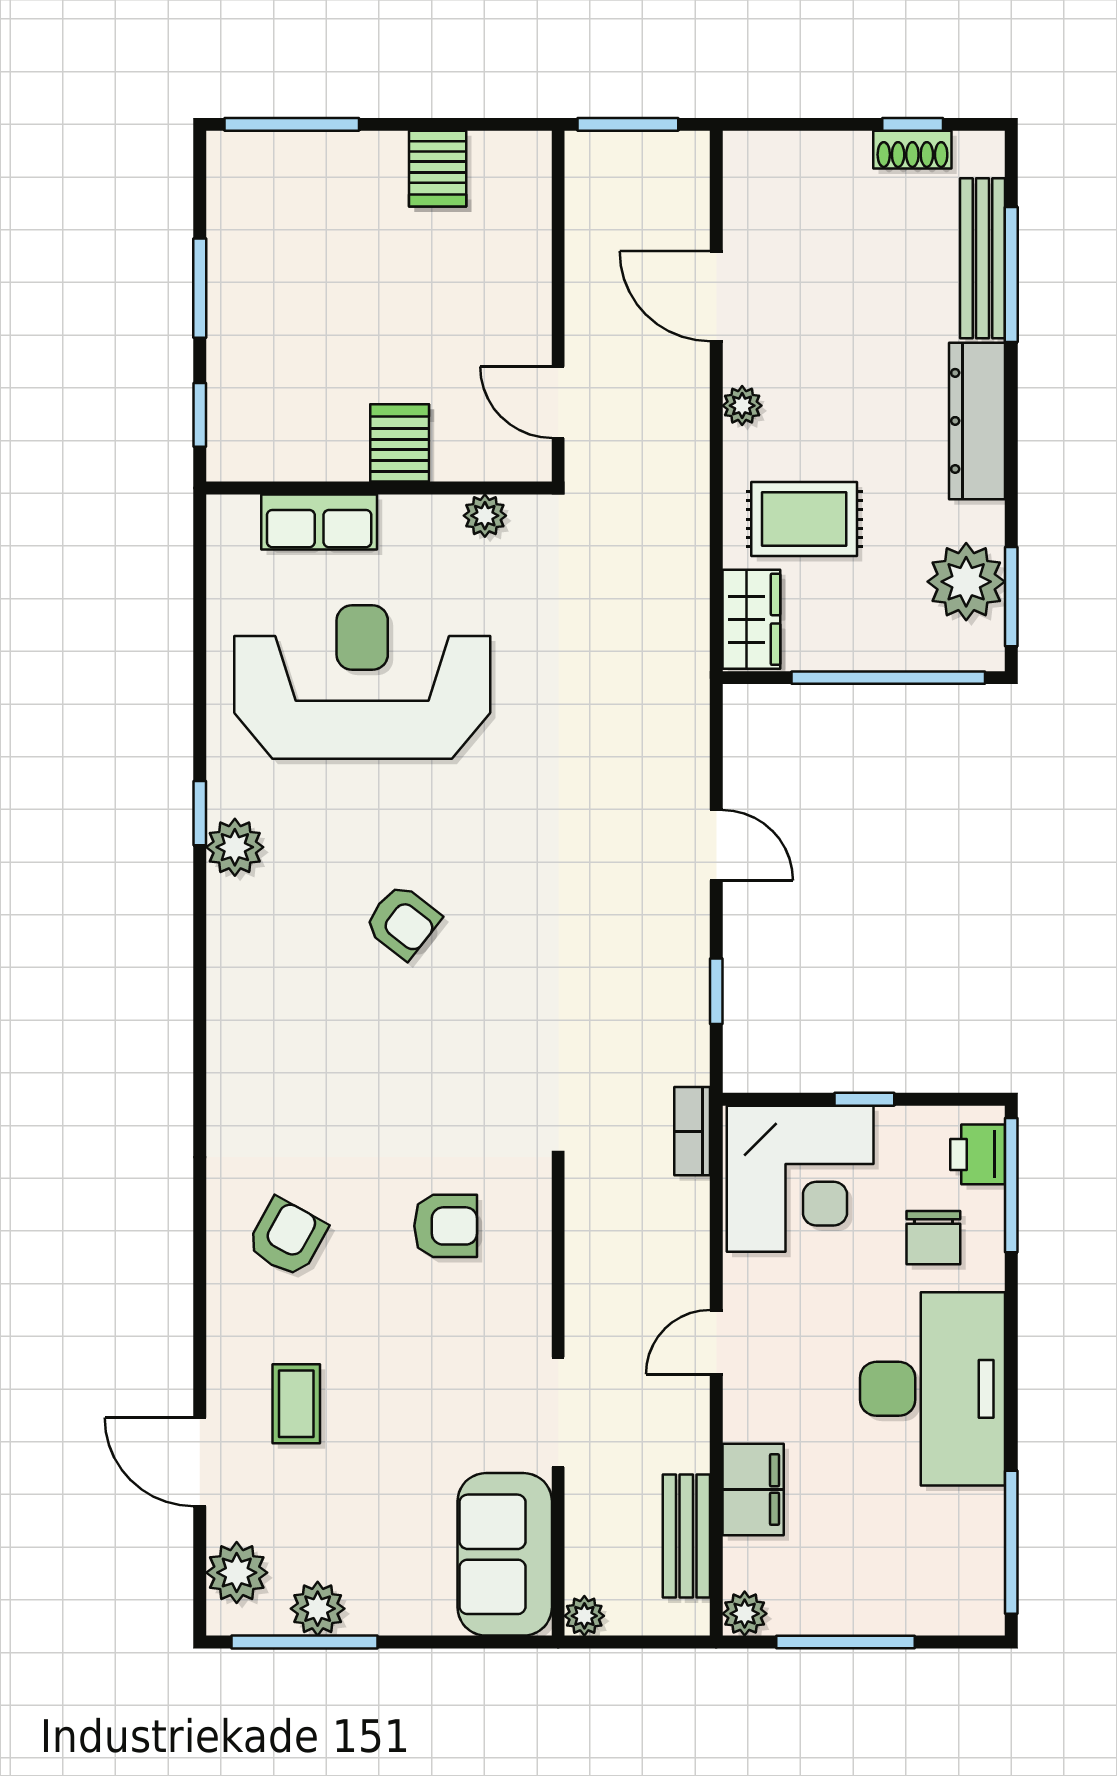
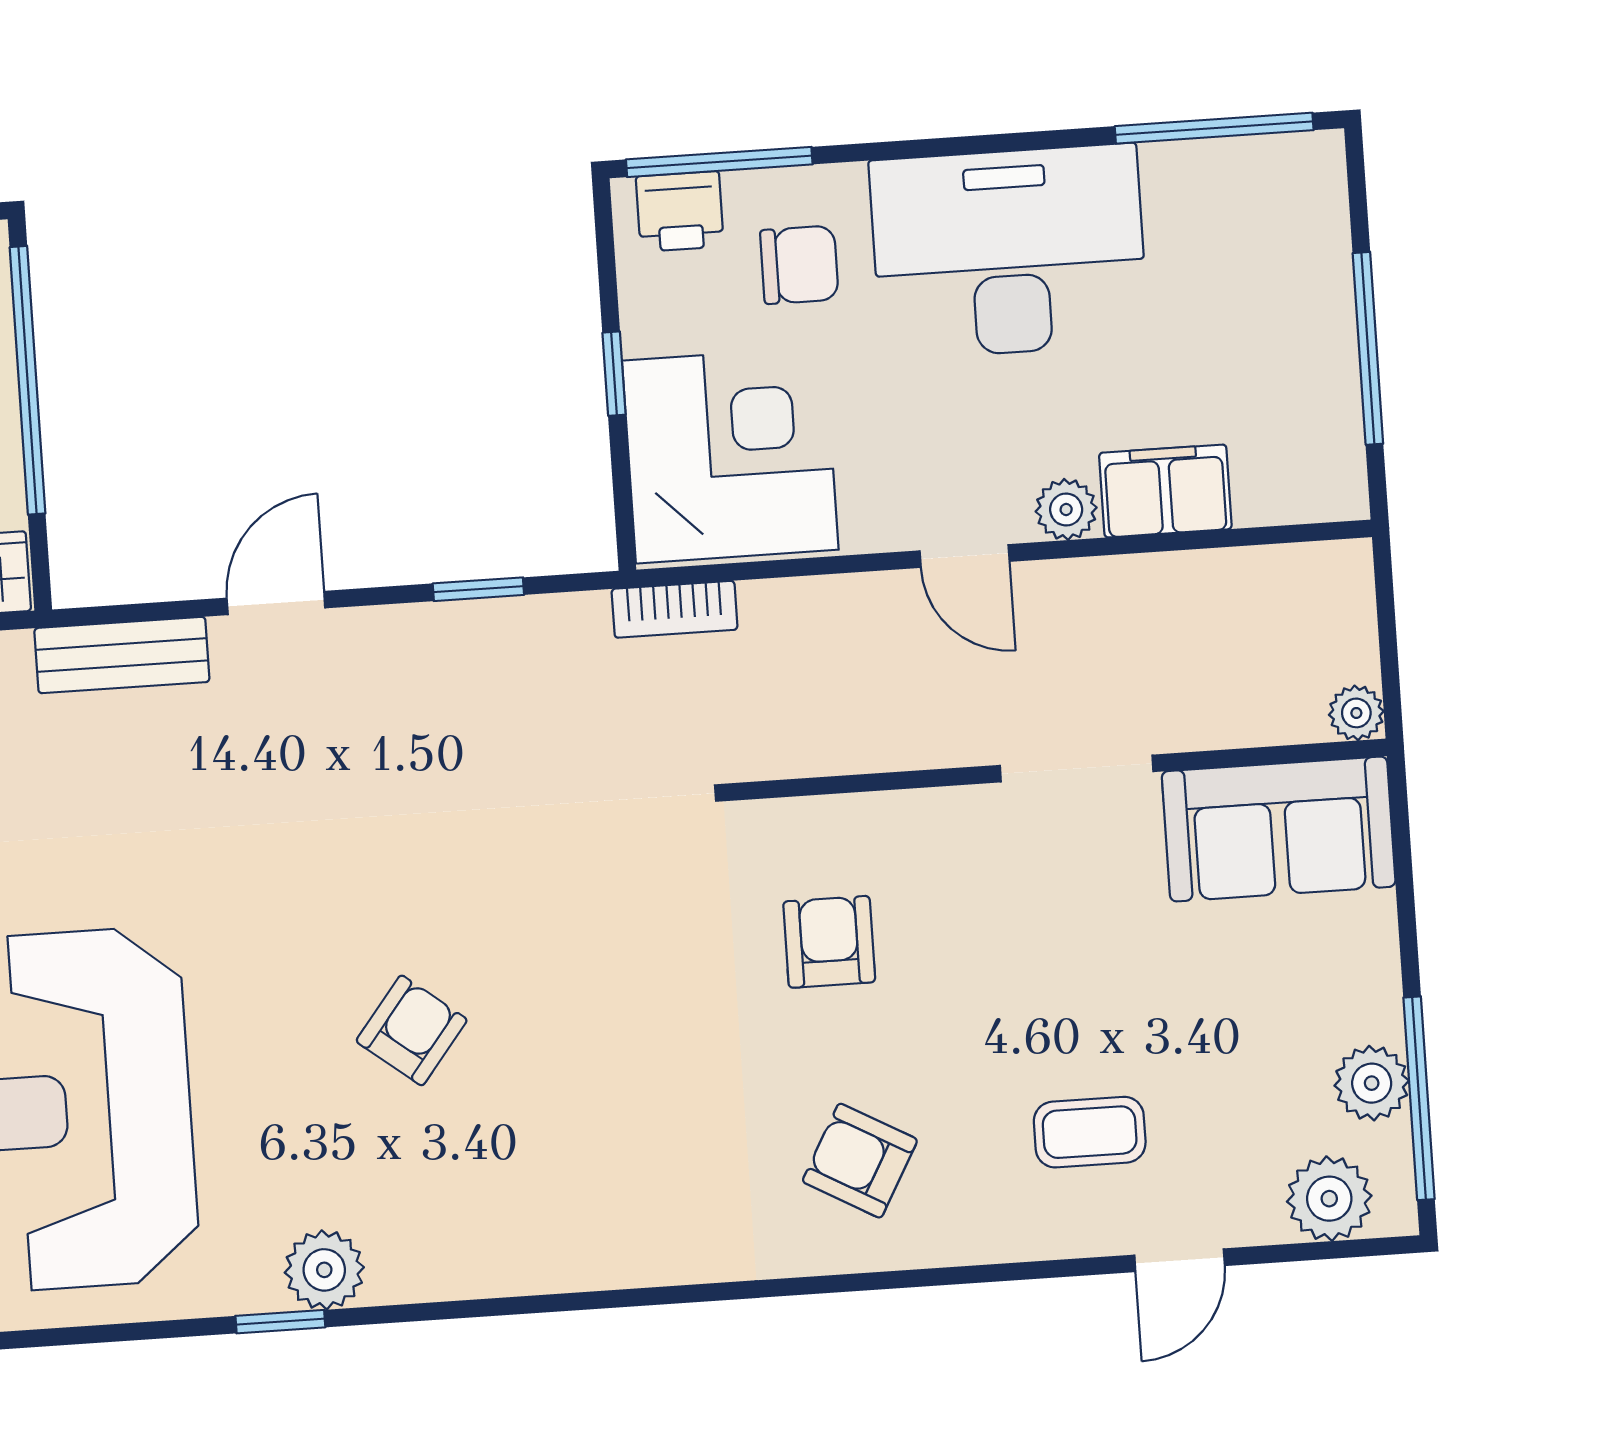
door: (200, 1462) -> (1180, 1260), width x0.73
bench: (686, 1536) -> (122, 655), moved
plant: (745, 1614) -> (1066, 510), moved

